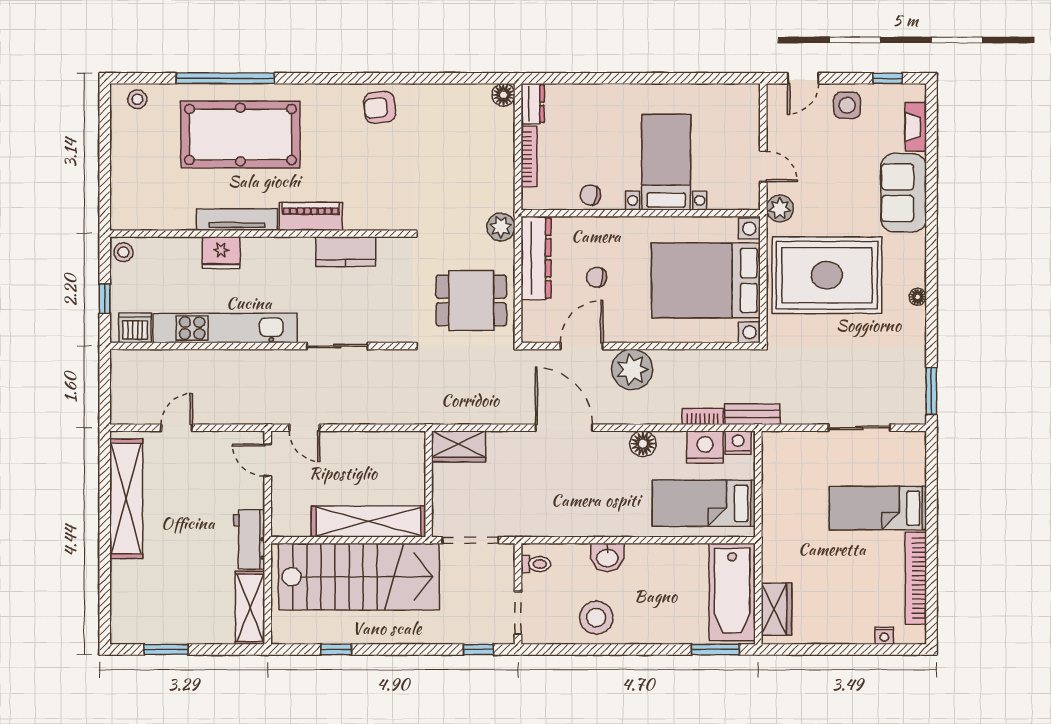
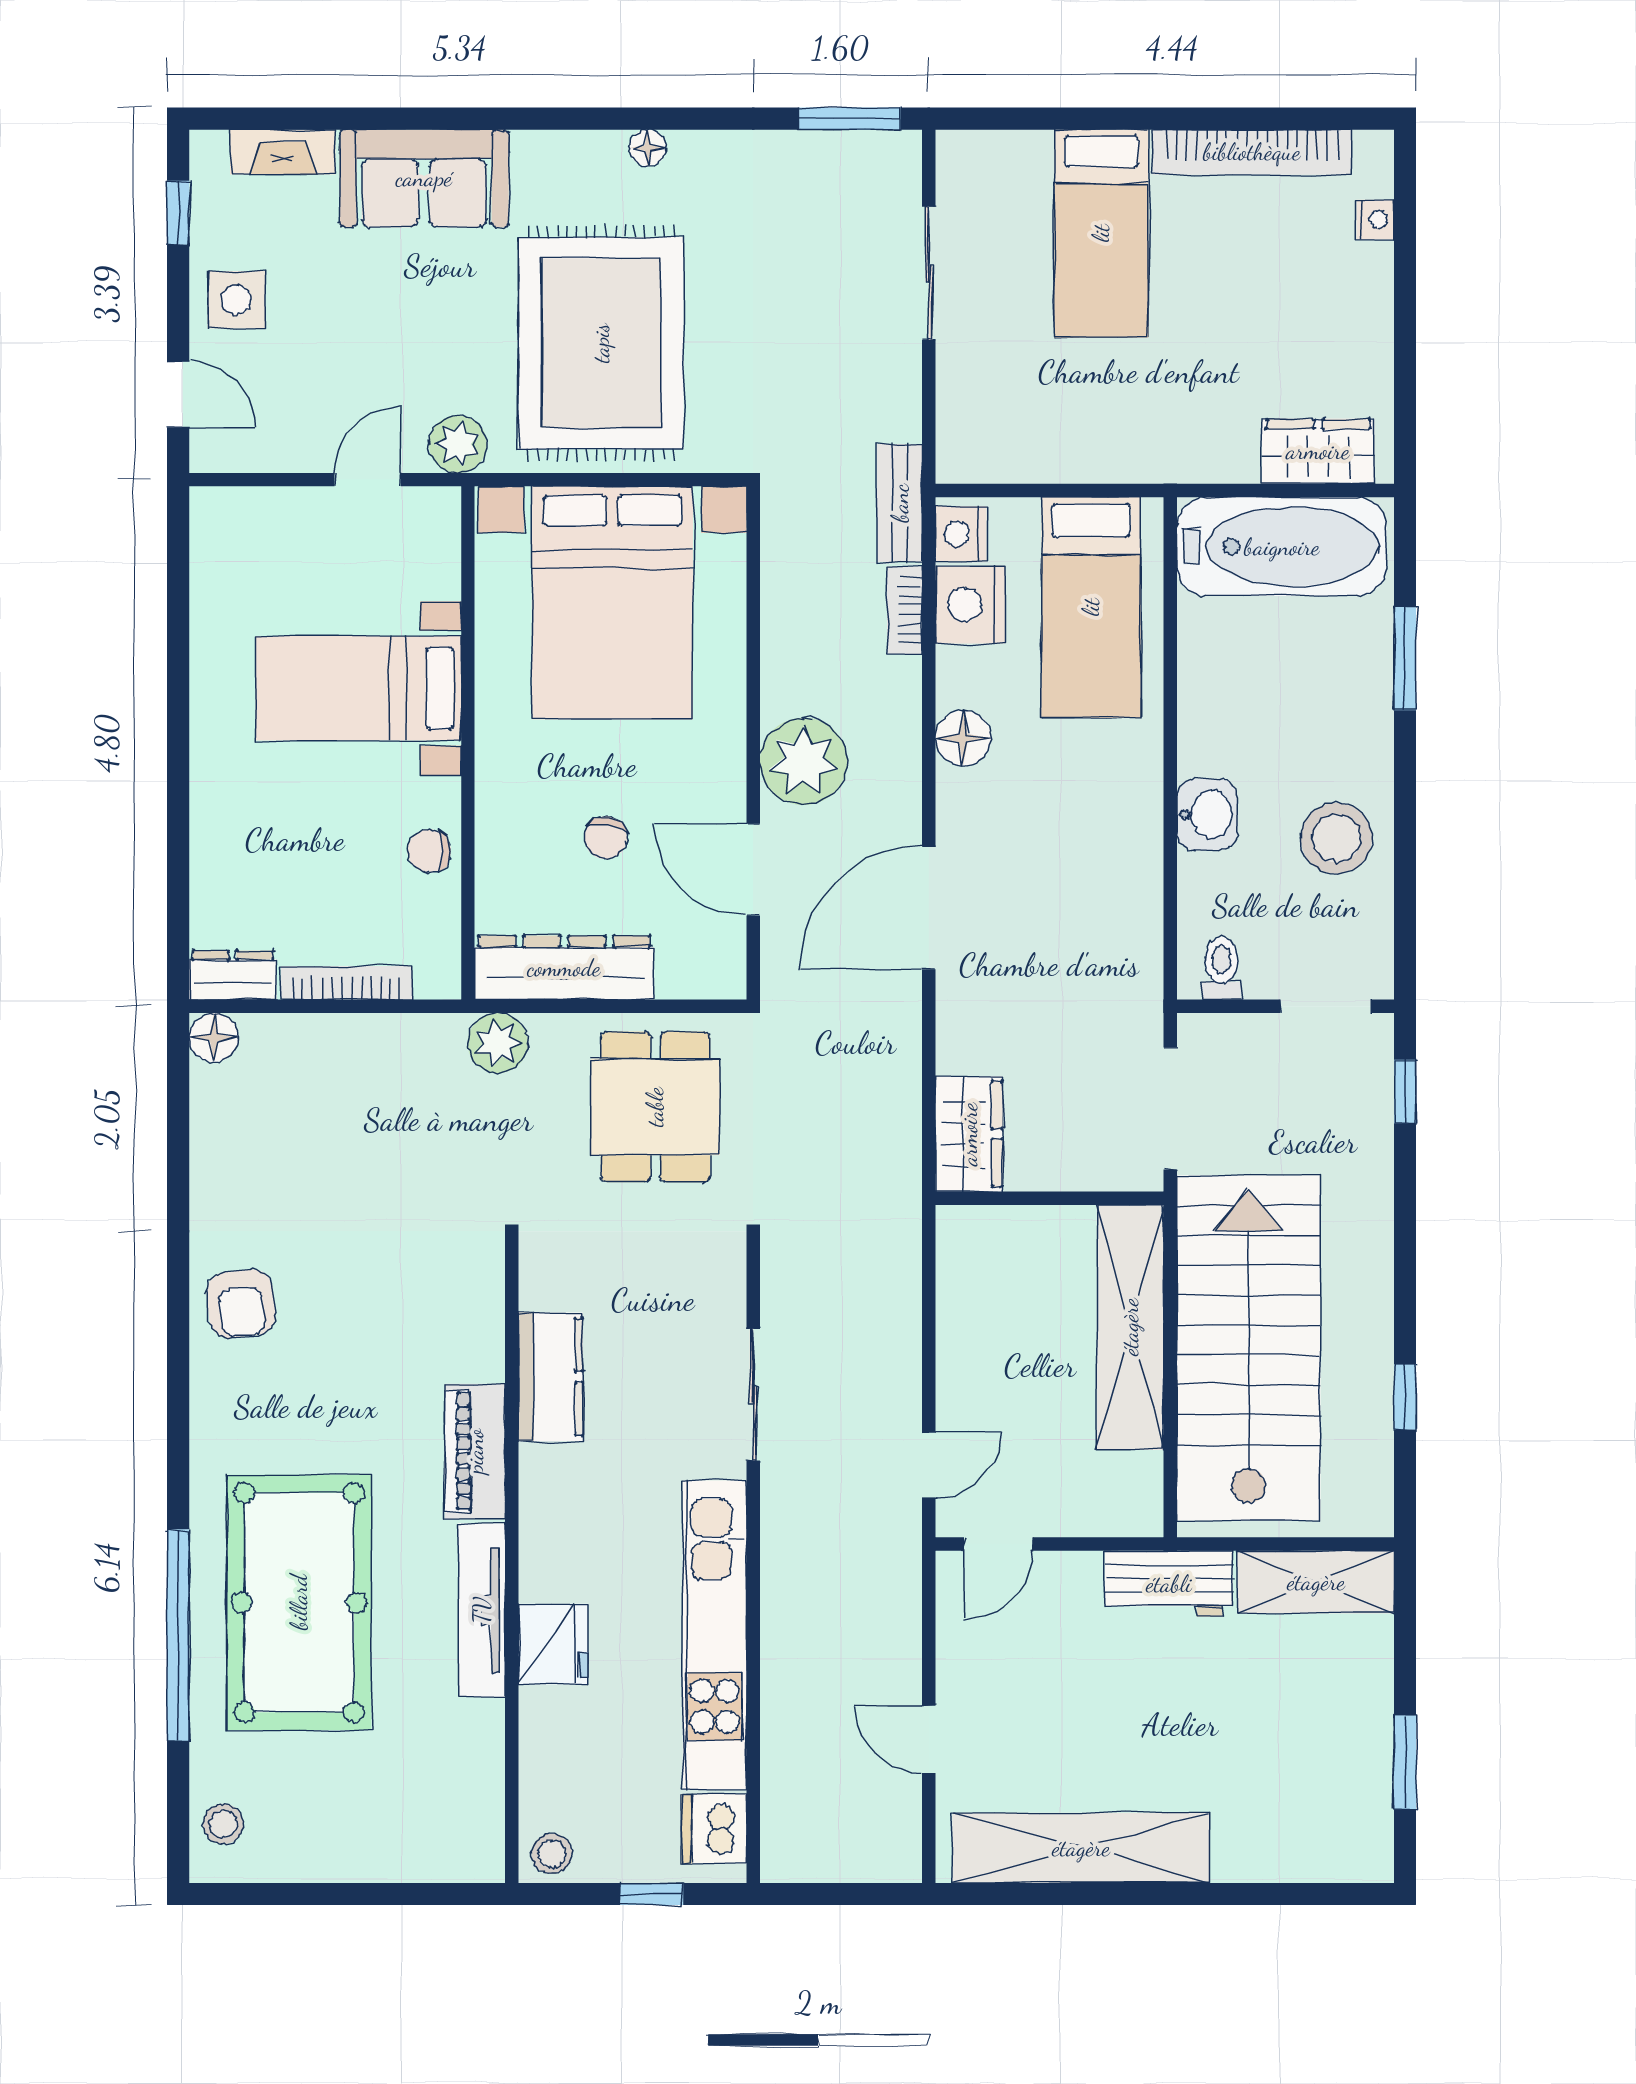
chair: (590, 195) -> (429, 851), turned 79
window: (715, 649) -> (1405, 658), moved

